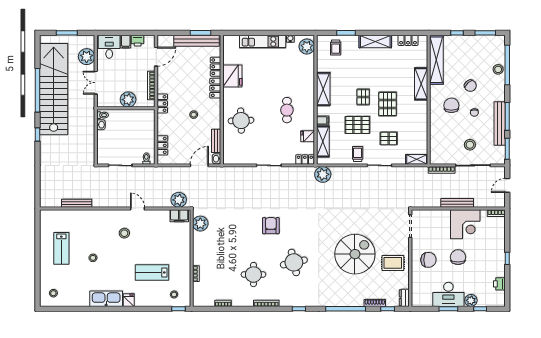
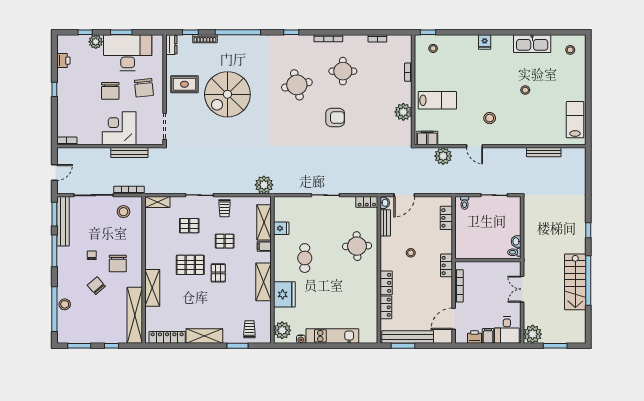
locker: (408, 40) -> (167, 337), width x1.53
plant: (87, 57) -> (533, 334), moved
fridge: (232, 76) -> (284, 294), moved, turned 180
double door: (96, 83) -> (522, 289), swing flipped
stairs: (54, 89) -> (575, 282), width x0.54, depth x0.66
plant: (128, 100) -> (485, 270), removed
pallet: (388, 104) -> (190, 265), turned 90
bench: (500, 124) -> (63, 221), moved
pallet: (357, 125) -> (225, 241), width x0.67, depth x0.71
stool: (470, 145) -> (123, 212), moved
locker: (305, 160) -> (367, 202), moved
plant: (179, 200) -> (443, 156), moved
bench: (457, 203) -> (129, 153), moved
plant: (200, 224) -> (403, 112), moved
corner desk: (465, 224) -> (119, 128), moved
armchair: (271, 226) -> (335, 118), moved, turned -90
lab bench: (61, 248) -> (575, 120), moved
chair: (428, 260) -> (144, 88), turned -96
lab bench: (152, 272) -> (437, 100), moved
desk: (448, 294) -> (128, 53), width x1.36, depth x1.30
kitchen sink: (106, 299) -> (532, 44), moved

